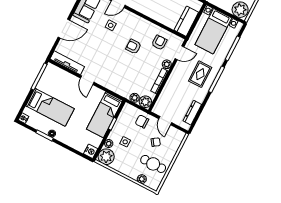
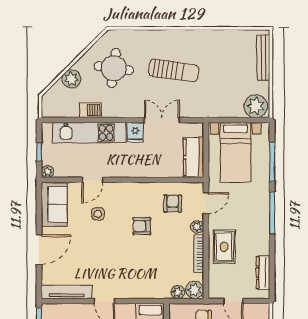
rug: (200, 74) -> (224, 247), moved

